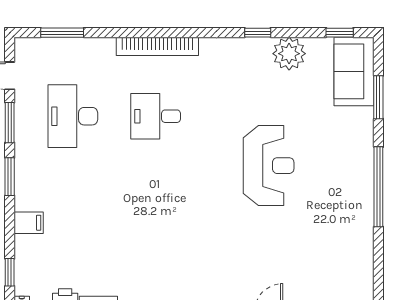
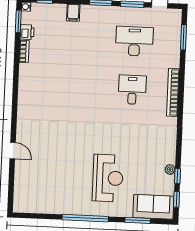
window: (258, 33) -> (178, 176), moved
plant: (289, 54) -> (170, 169), width x0.53, depth x0.53
reception desk: (269, 166) -> (108, 178), moved, turned -90

